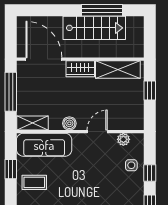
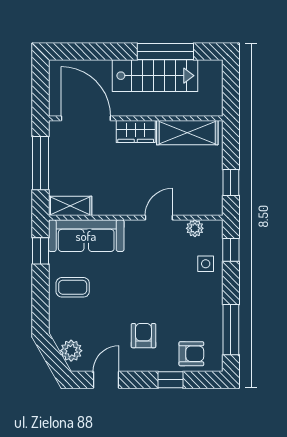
window: (150, 90) -> (231, 182), moved
boiler: (69, 123) -> (121, 206), removed
window: (11, 169) -> (40, 251), moved
window: (150, 173) -> (231, 250), moved

